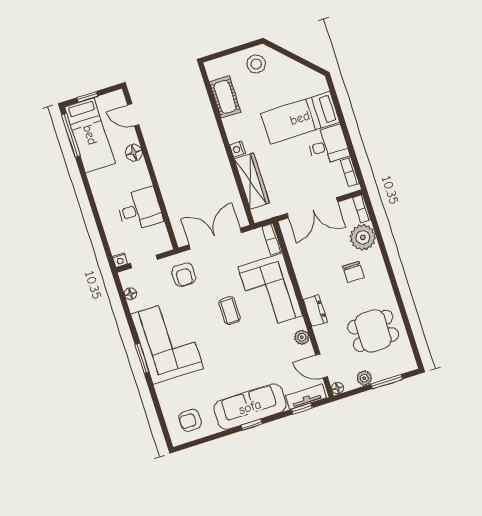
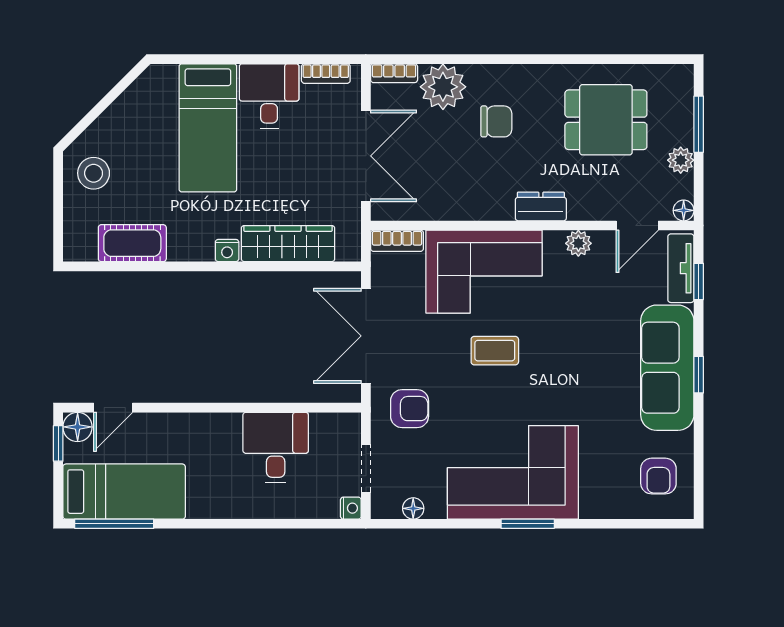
window: (87, 97) -> (58, 443), moved
floor lamp: (134, 153) -> (78, 427), moved
dining table: (373, 331) -> (606, 120), turned 90

